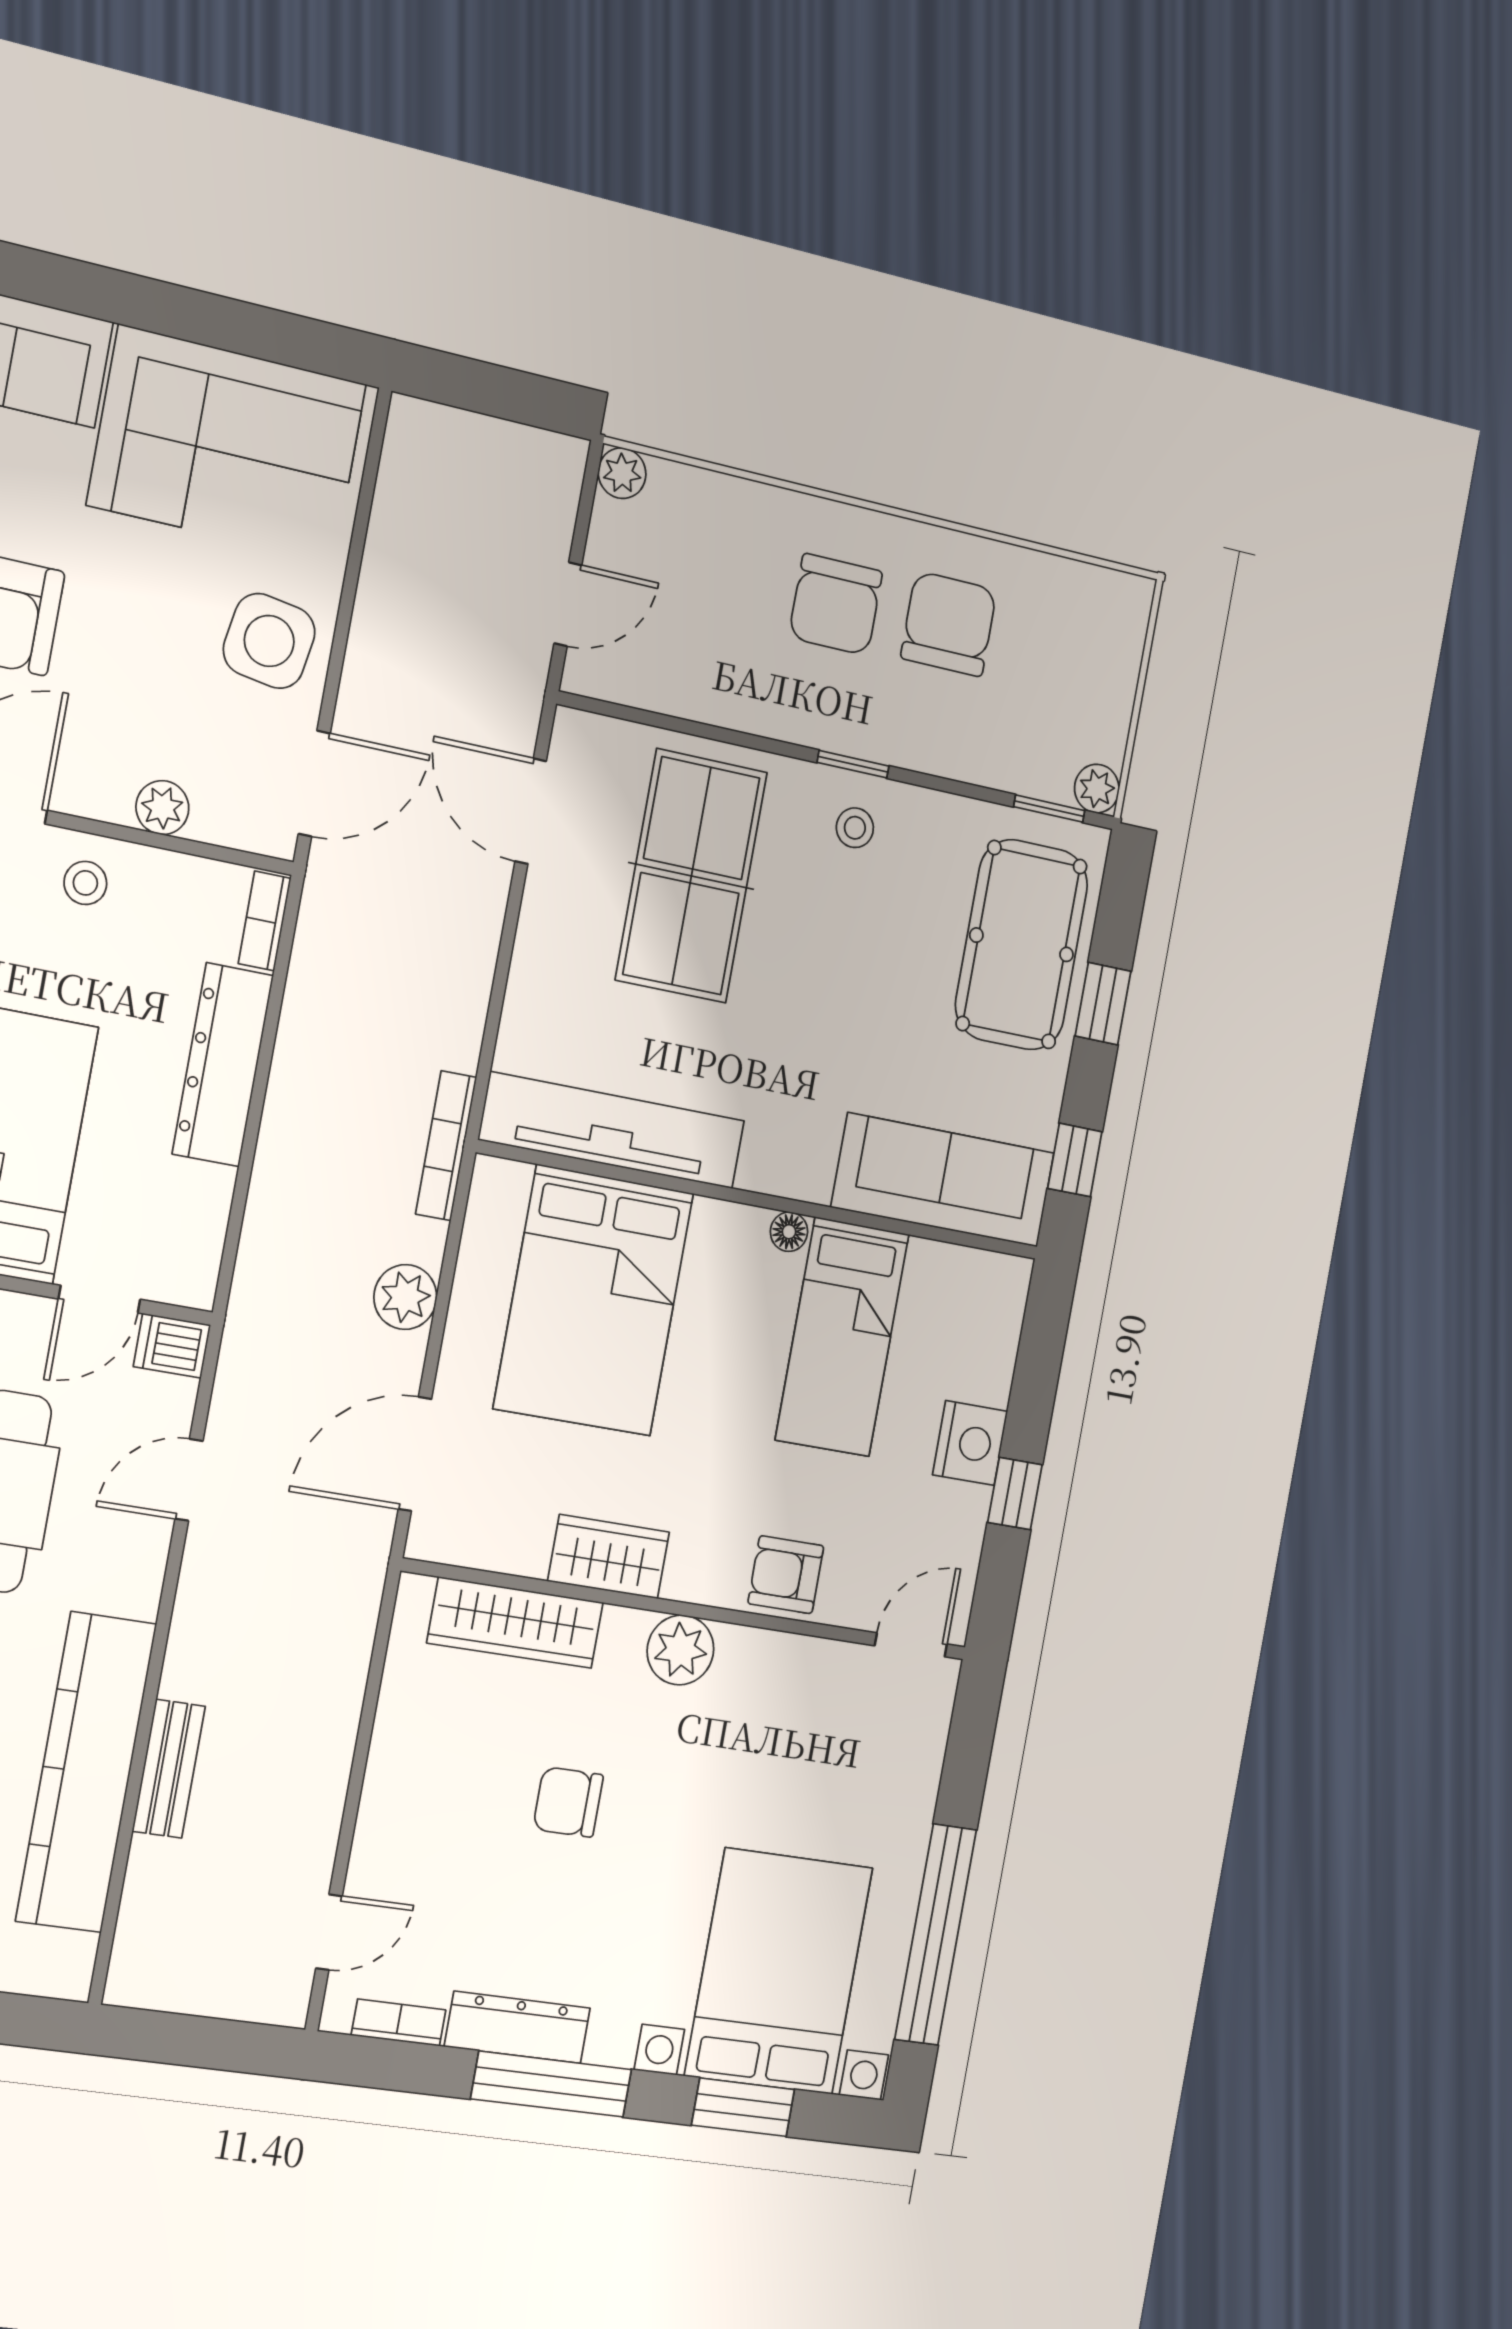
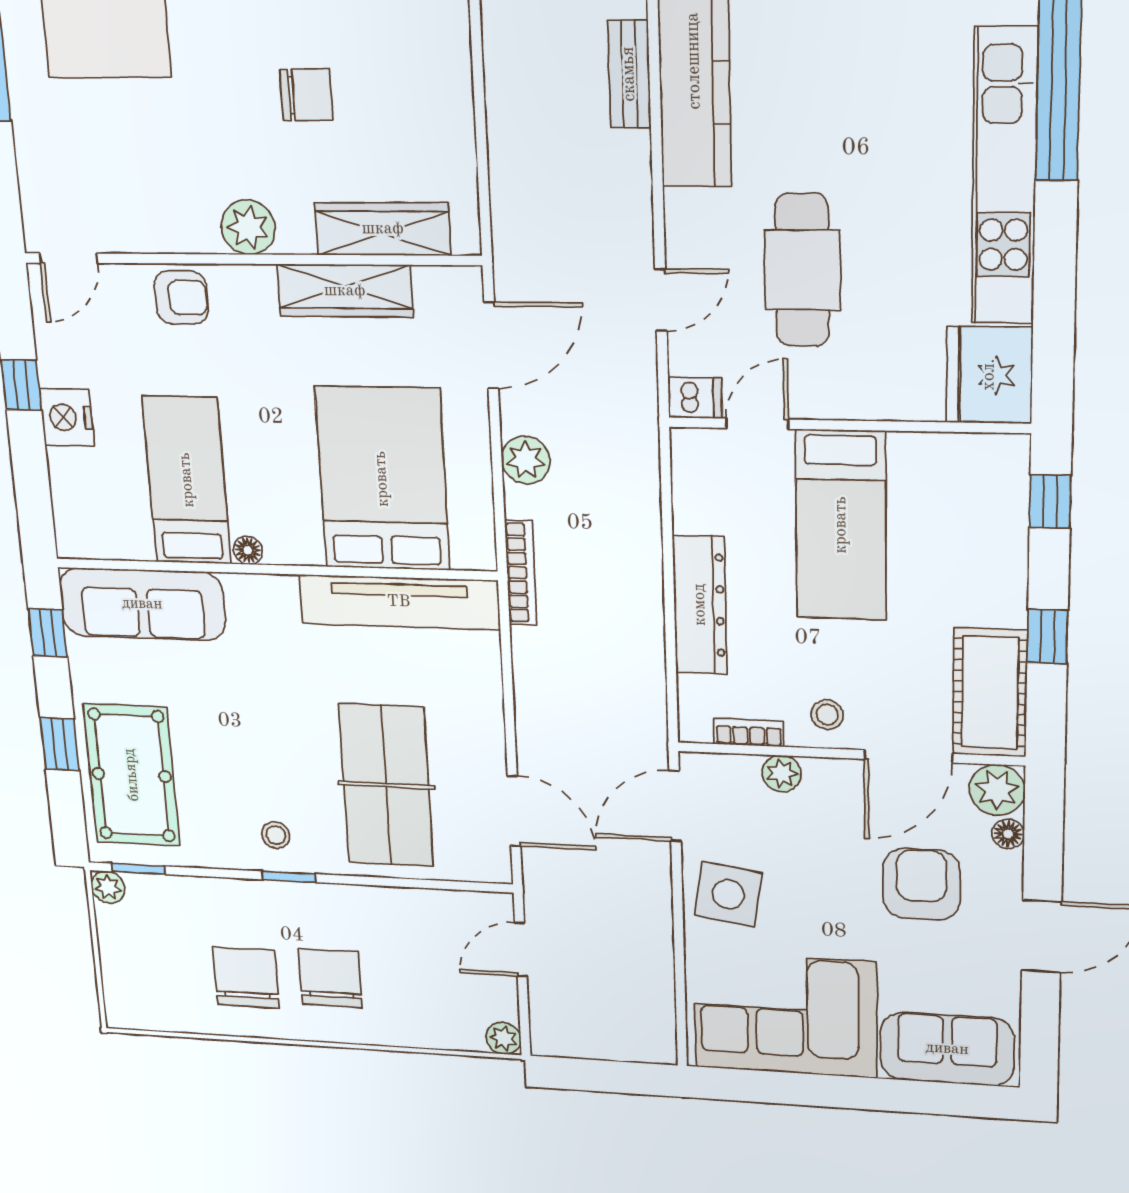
chair: (949, 624) -> (246, 978), turned 180
bookcase: (265, 921) -> (749, 733), moved, turned -90
wardrobe: (609, 1557) -> (345, 291), width x1.50

